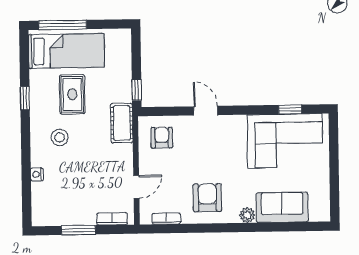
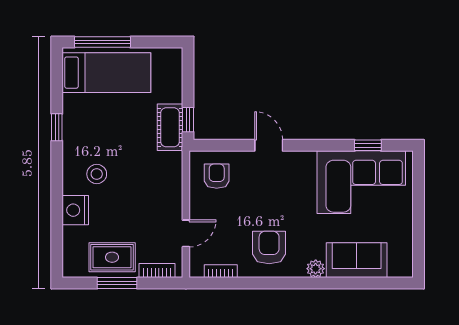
rug: (72, 94) -> (112, 257), moved, turned 90
cot: (122, 123) -> (170, 127), moved
nightstand: (37, 174) -> (75, 210), width x1.89, depth x1.79

